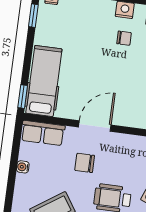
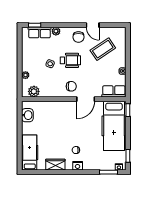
hospital bed: (44, 81) -> (114, 126), width x1.37, depth x1.29
chair: (85, 163) -> (71, 86), moved

